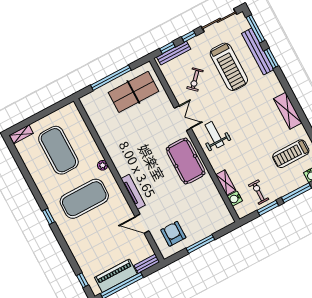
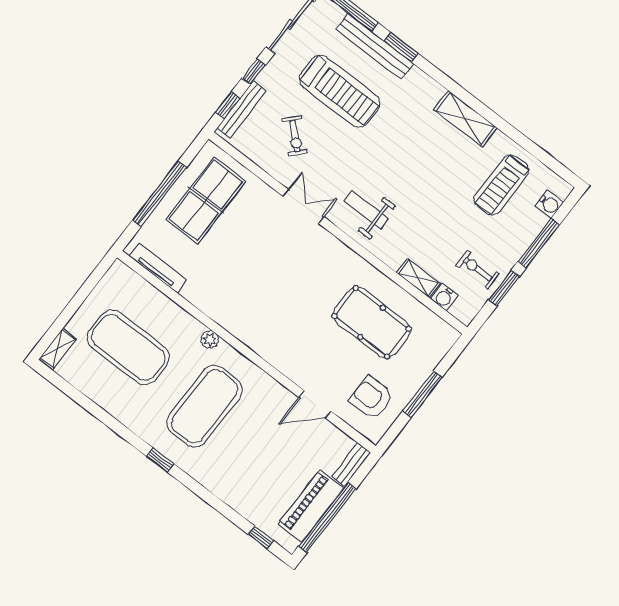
pool table: (186, 161) -> (372, 322), moved
tv unit: (133, 192) -> (158, 268), moved

